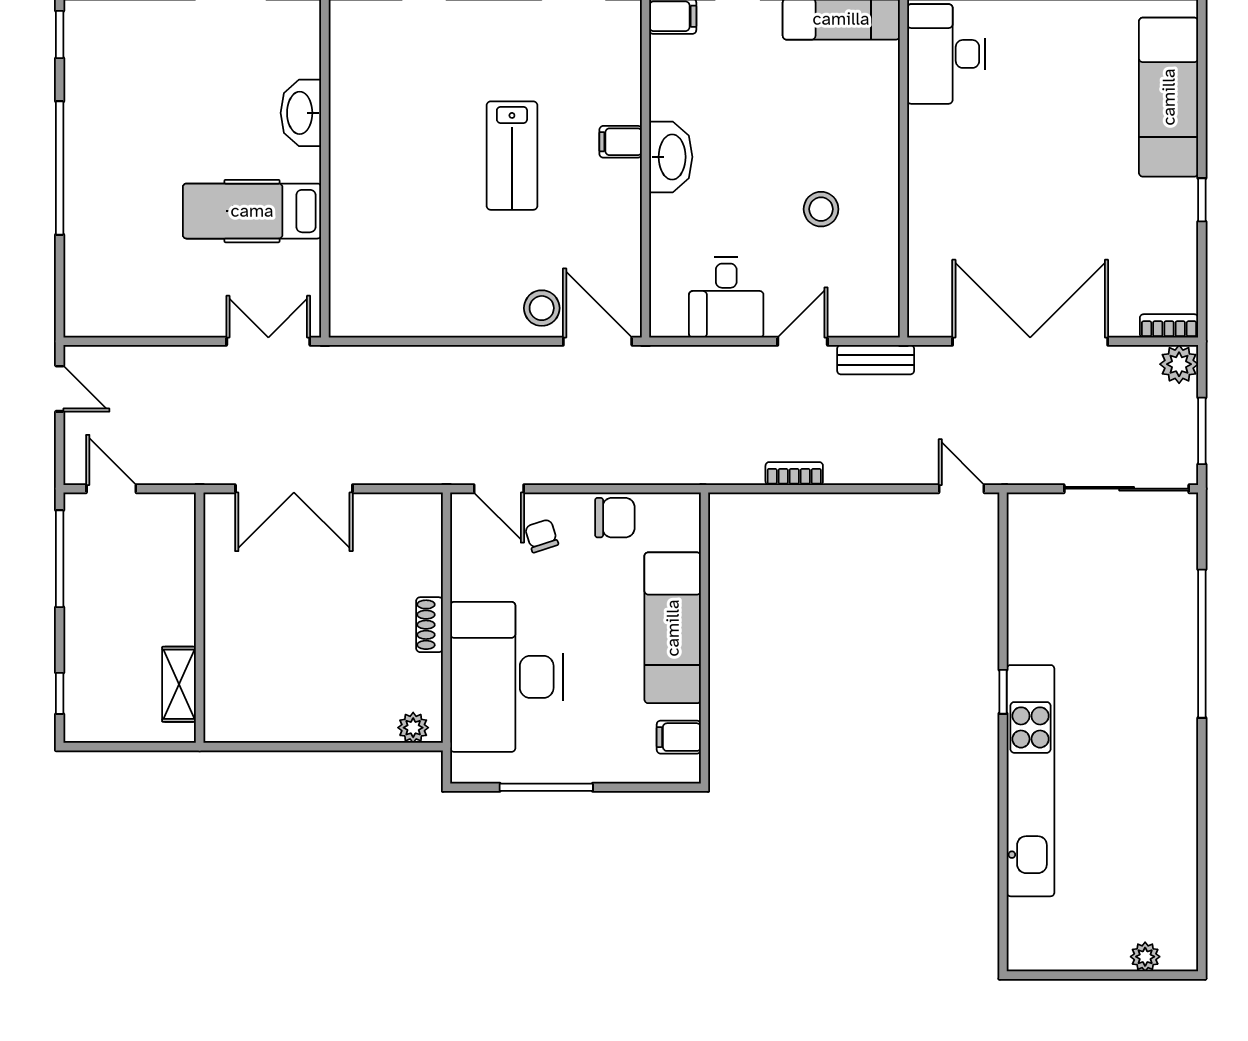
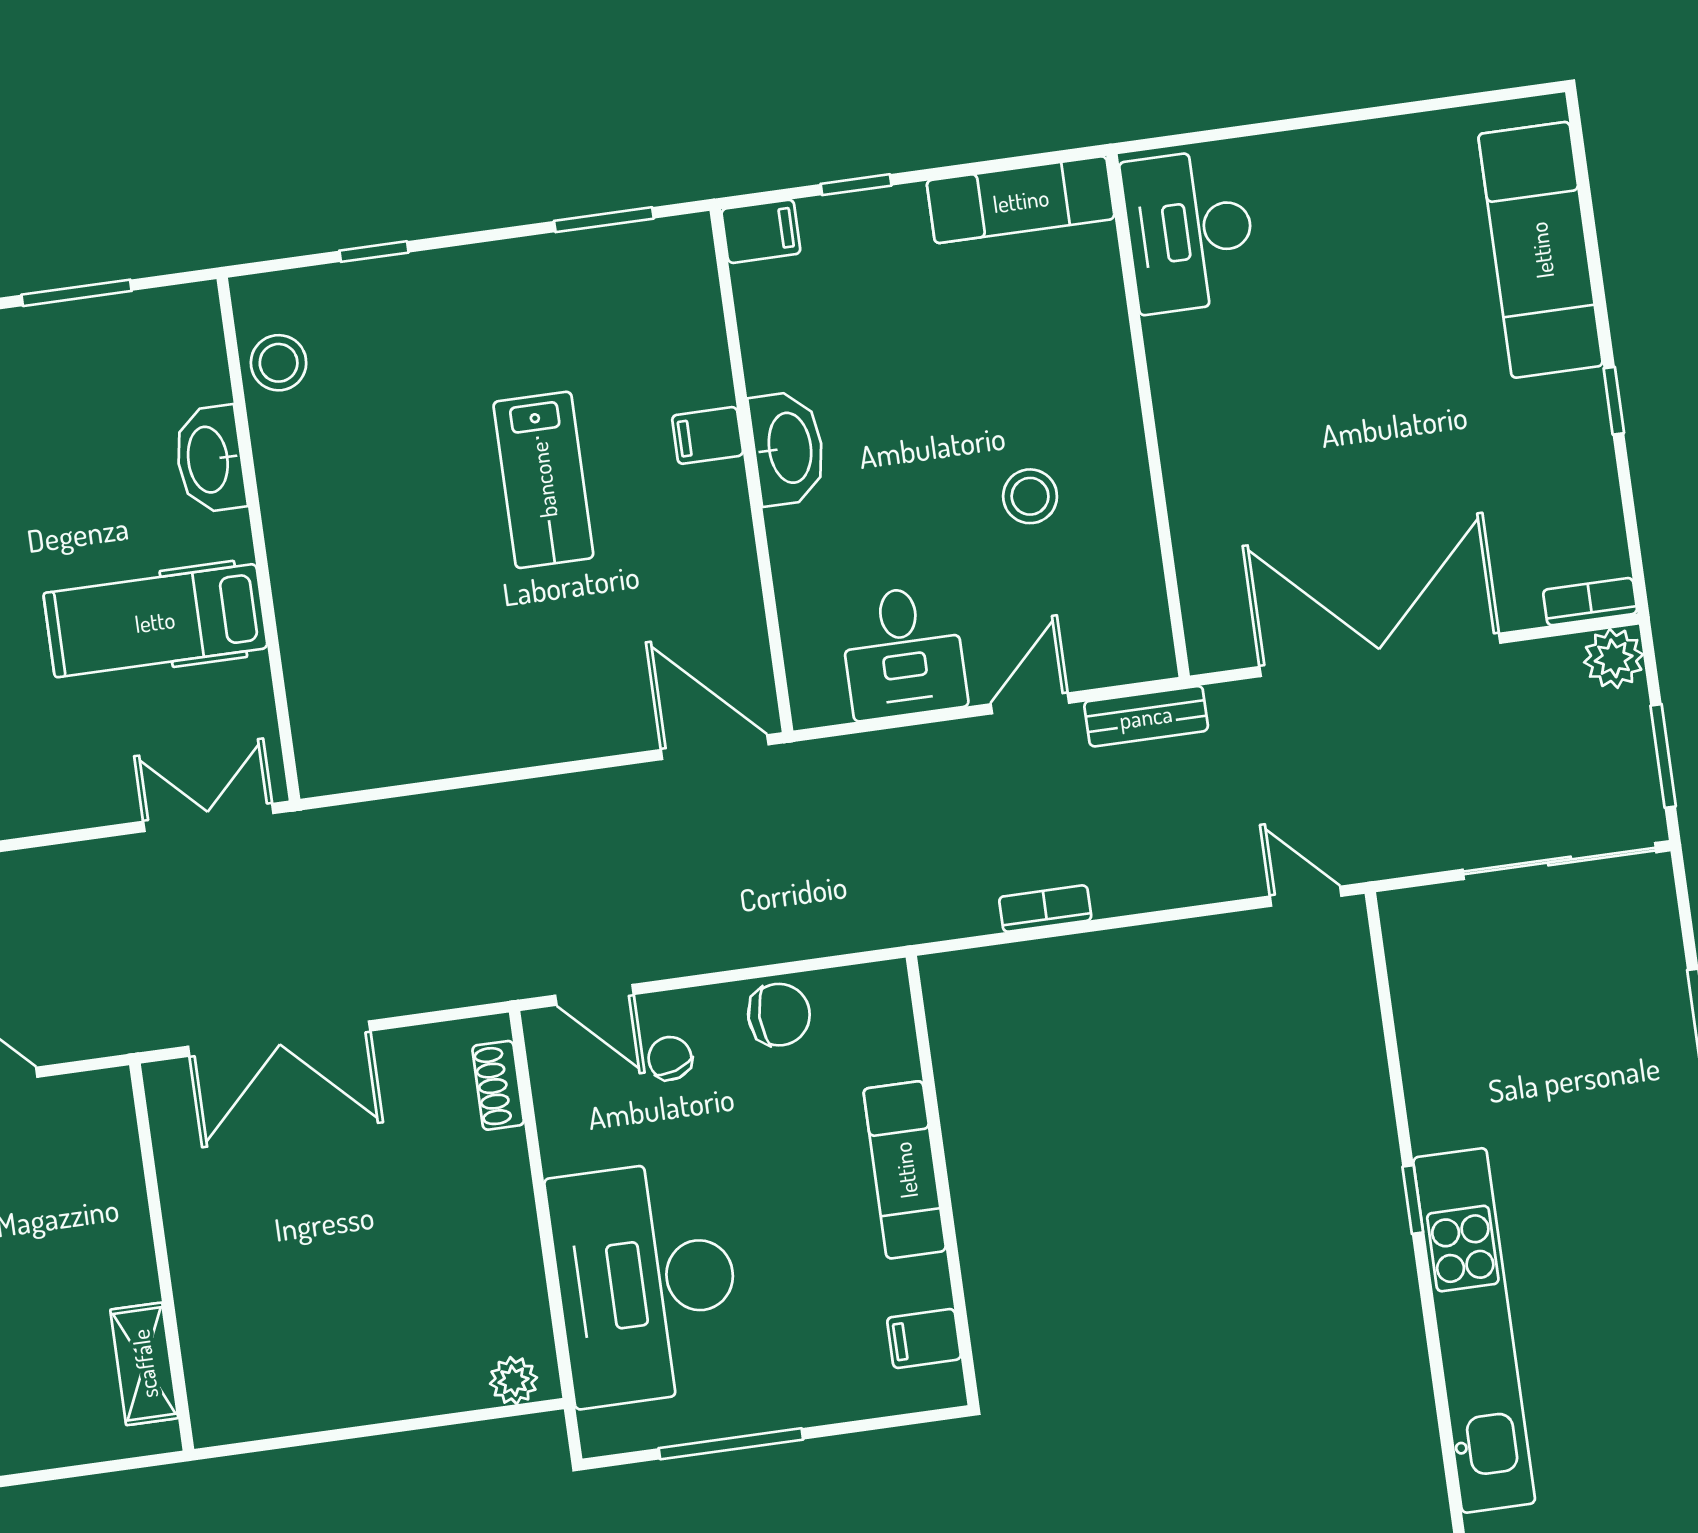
stool: (542, 308) -> (279, 363), moved
shoe rack: (429, 625) -> (498, 1085), moved
exam couch: (673, 628) -> (905, 1170), width x0.73, depth x0.69

